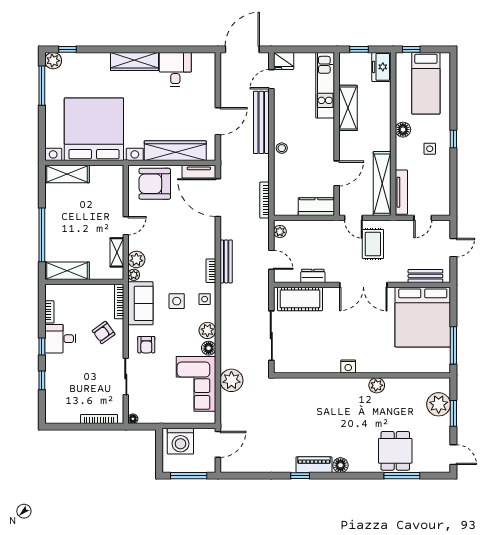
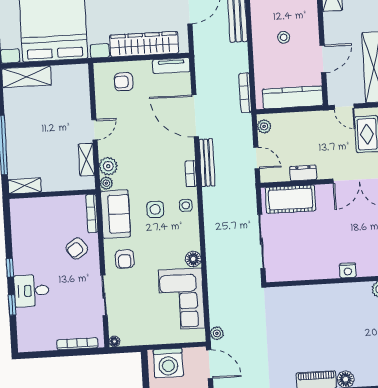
stool: (282, 148) -> (284, 37), moved
armchair: (155, 184) -> (124, 82), width x0.53, depth x0.53
door: (218, 198) -> (195, 116), moved
kitchen counter: (316, 207) -> (293, 97), width x1.50
shelving: (67, 271) -> (25, 186), width x0.67, depth x0.75
bookcase: (49, 312) -> (16, 229), removed
plant: (207, 330) -> (191, 240), removed
desk: (60, 339) -> (32, 291), moved
plant: (231, 380) -> (217, 333), moved, width x0.53, depth x0.53
door: (218, 444) -> (209, 364), hinge flipped

